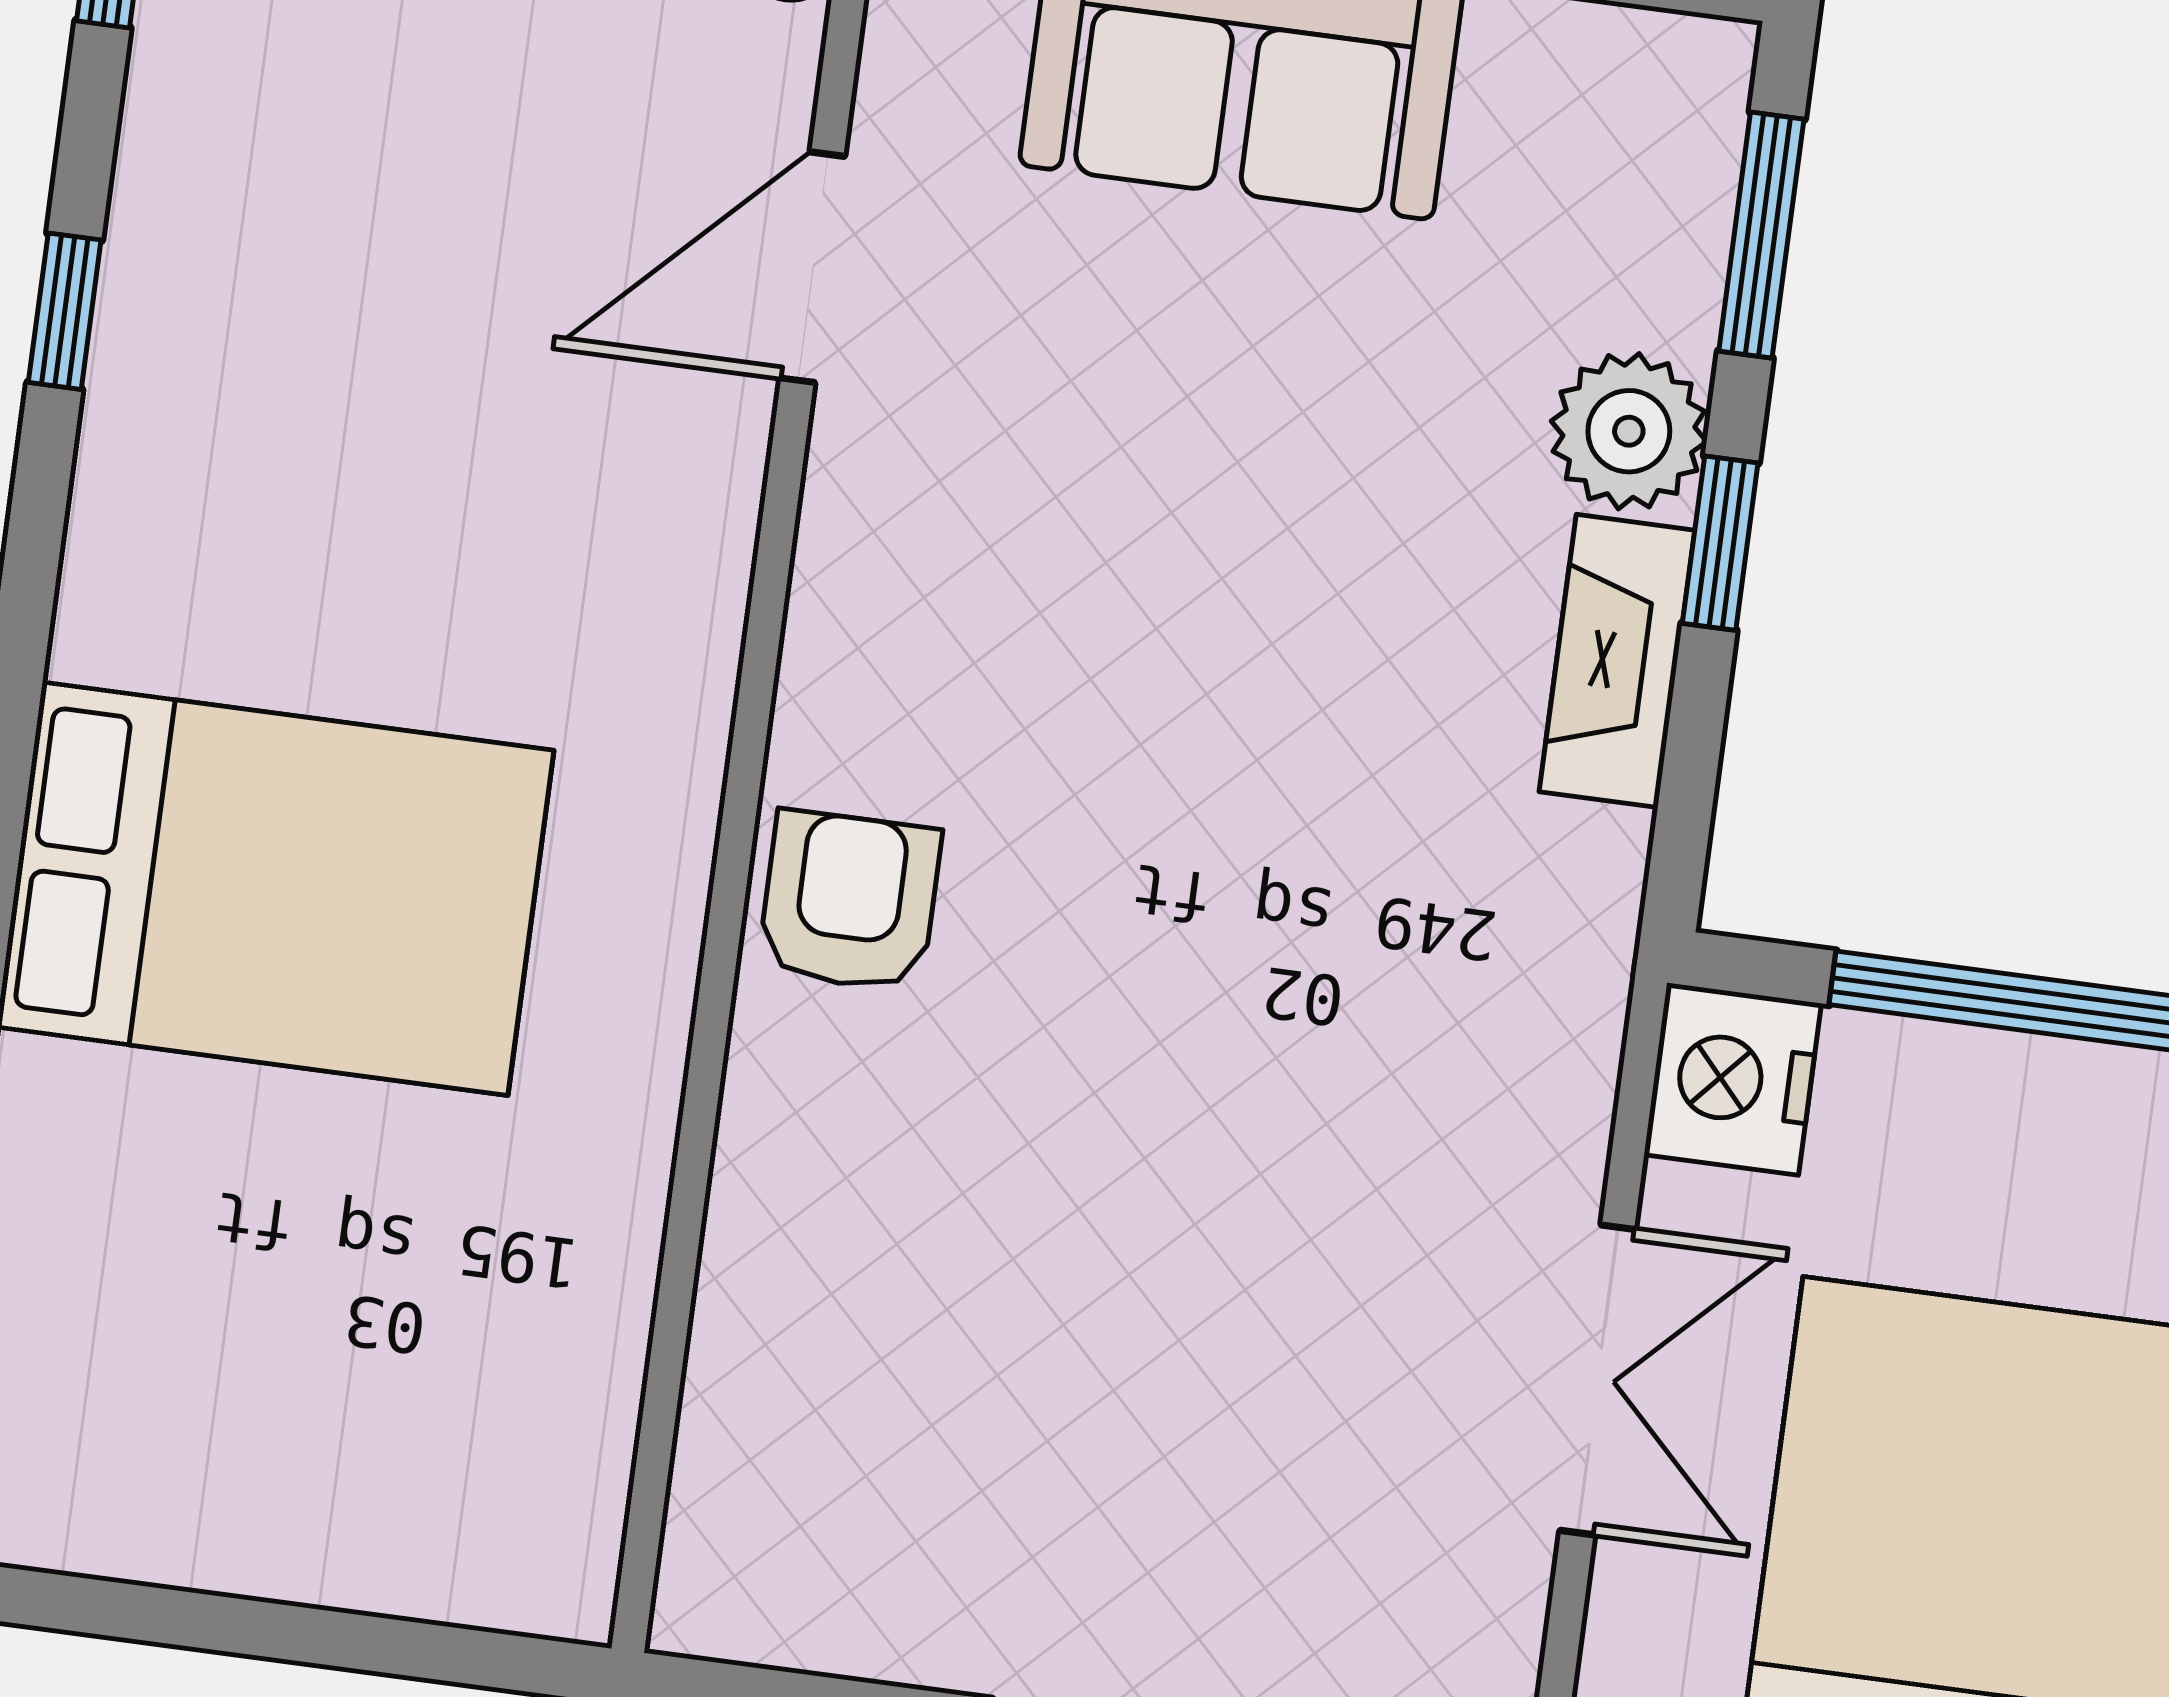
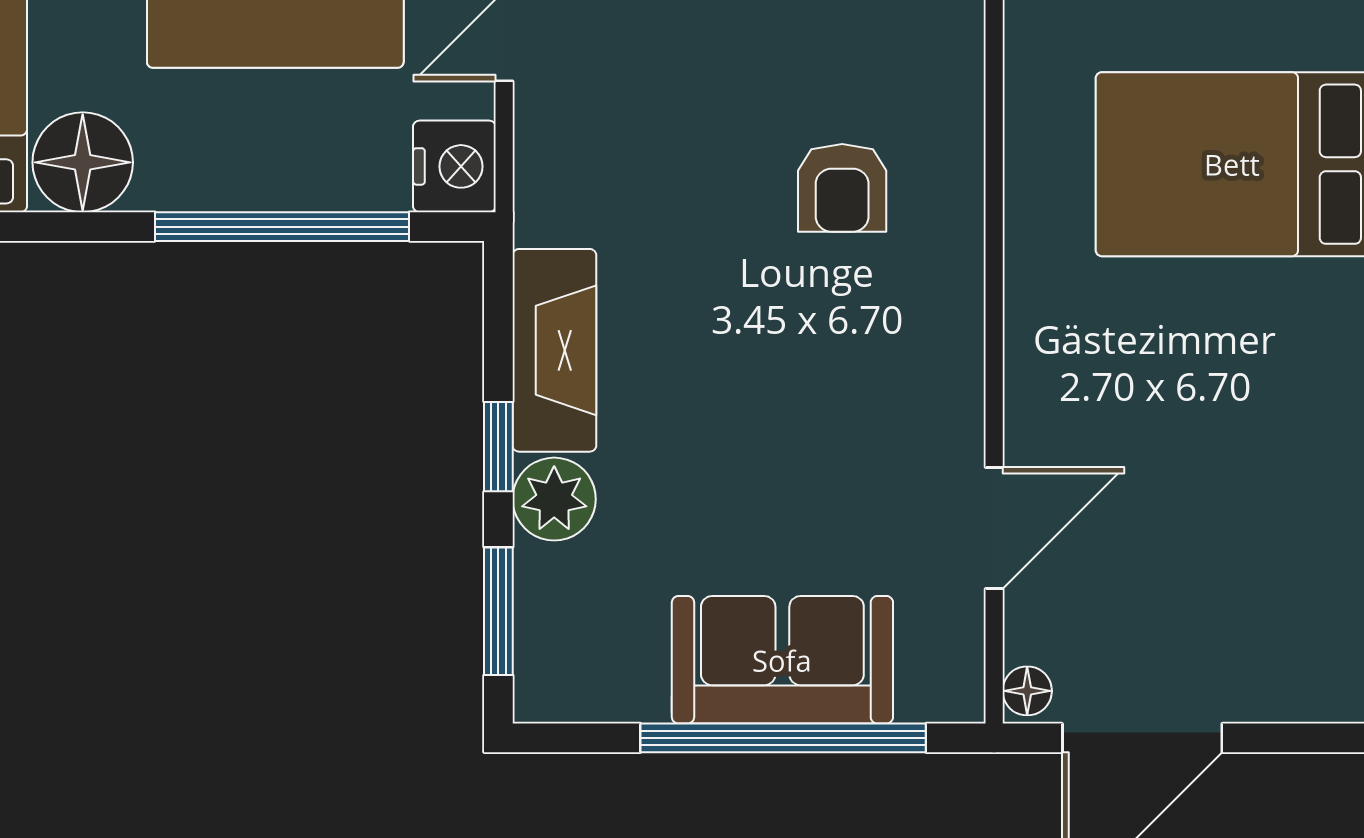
fireplace: (1617, 661) -> (554, 350), width x1.37, depth x1.32
armchair: (850, 901) -> (842, 188), moved

